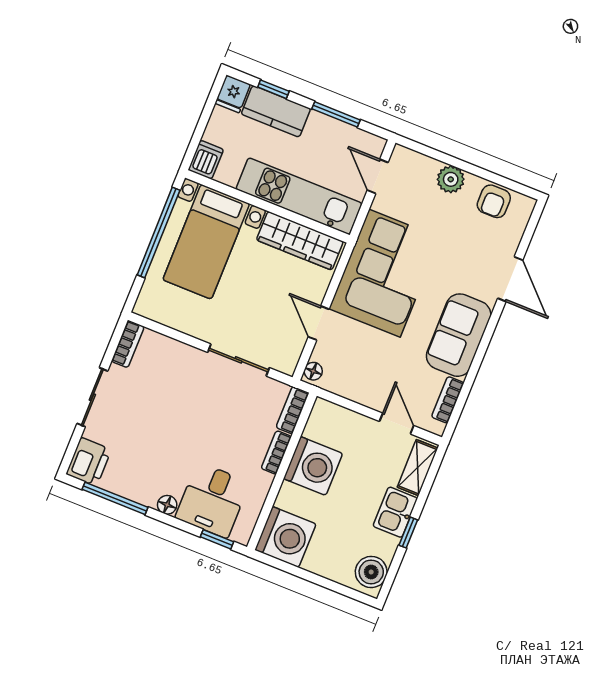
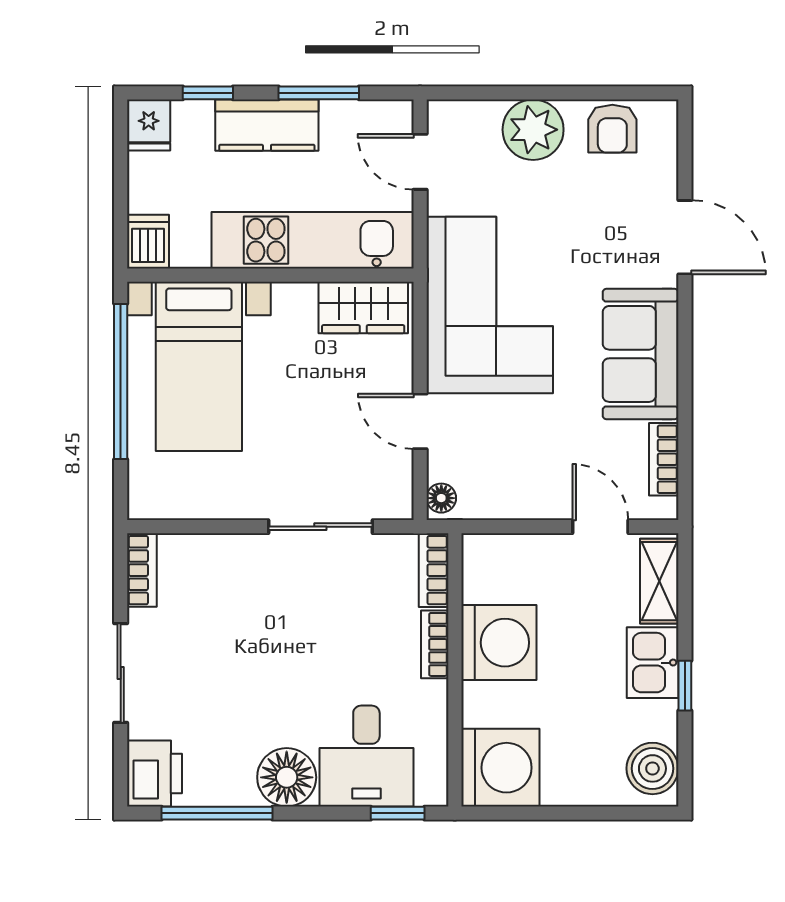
kitchen counter: (276, 111) -> (267, 125), moved
plant: (451, 179) -> (533, 130), width x1.36, depth x1.36
wardrobe: (300, 241) -> (363, 307), width x0.67
floor lamp: (167, 505) -> (287, 777), width x1.89, depth x1.89

